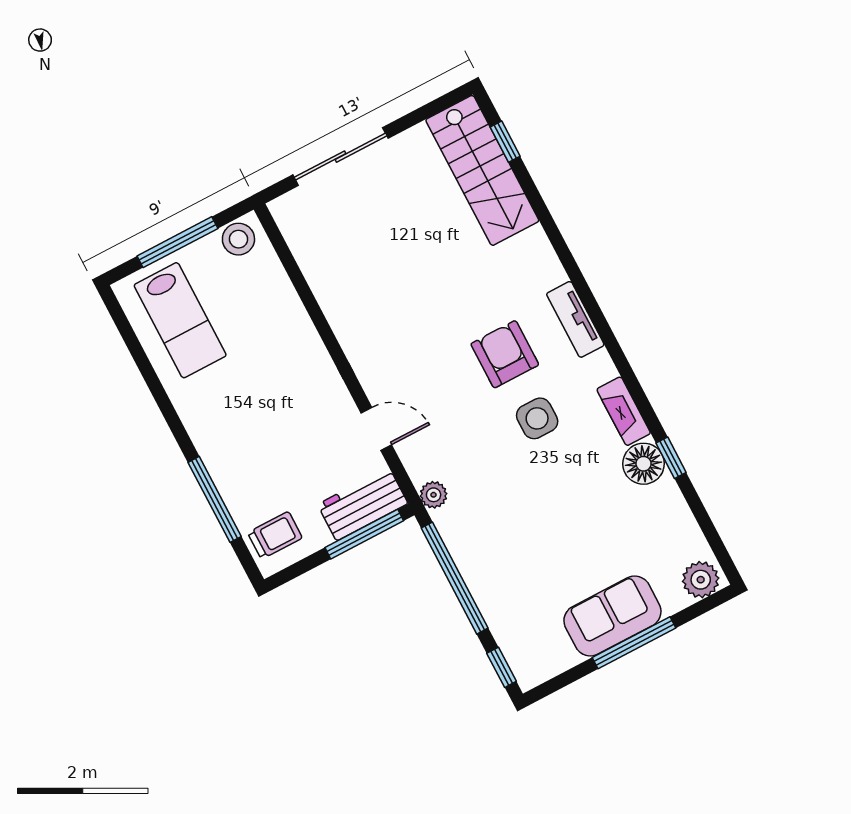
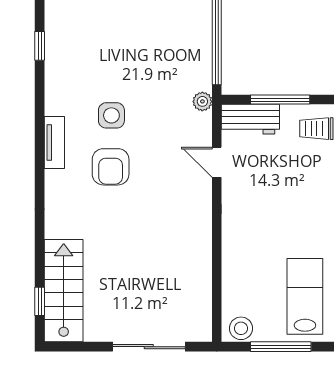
tv unit: (575, 319) -> (54, 142), moved
fireplace: (624, 411) -> (54, 91), removed
floor lamp: (644, 464) -> (59, 51), removed
window: (364, 534) -> (280, 100), moved

